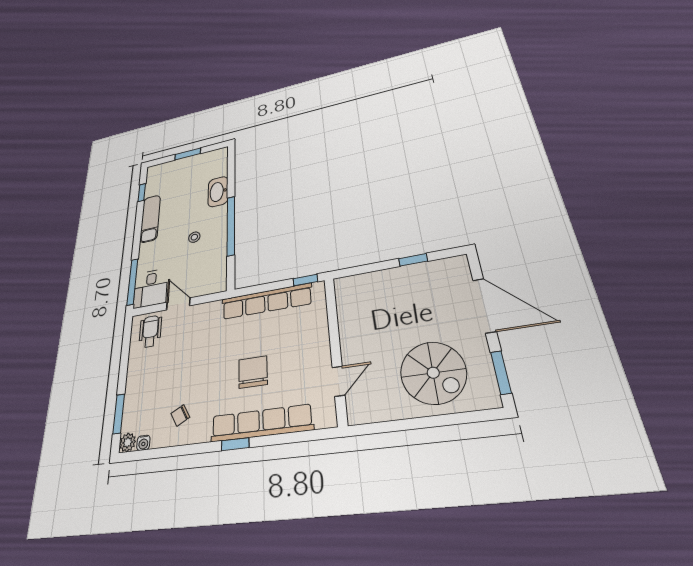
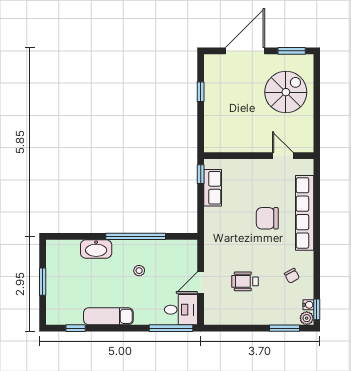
row of seats: (266, 301) -> (213, 188), width x0.50
wheelchair: (150, 331) -> (245, 281), moved
window: (235, 444) -> (317, 309), moved

